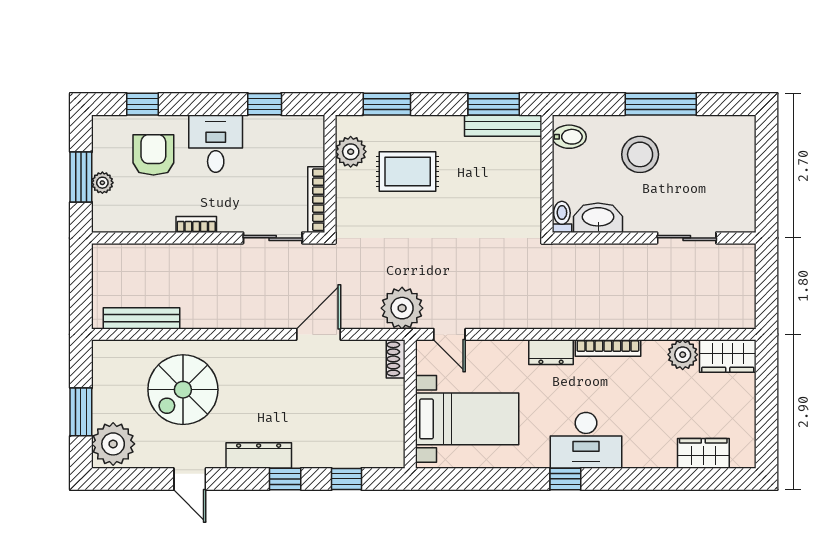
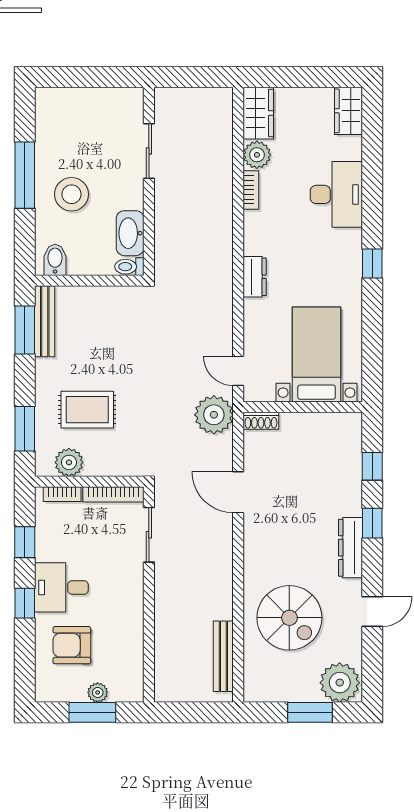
window: (142, 104) -> (25, 603), moved
rug: (408, 171) -> (87, 410), turned 90
bookcase: (196, 225) -> (62, 494), moved, turned -90
door: (449, 334) -> (238, 371), swing flipped
bookcase: (608, 348) -> (251, 190), moved, width x0.64
desk: (586, 440) -> (336, 194), moved
wardrobe: (703, 453) -> (348, 111), moved

